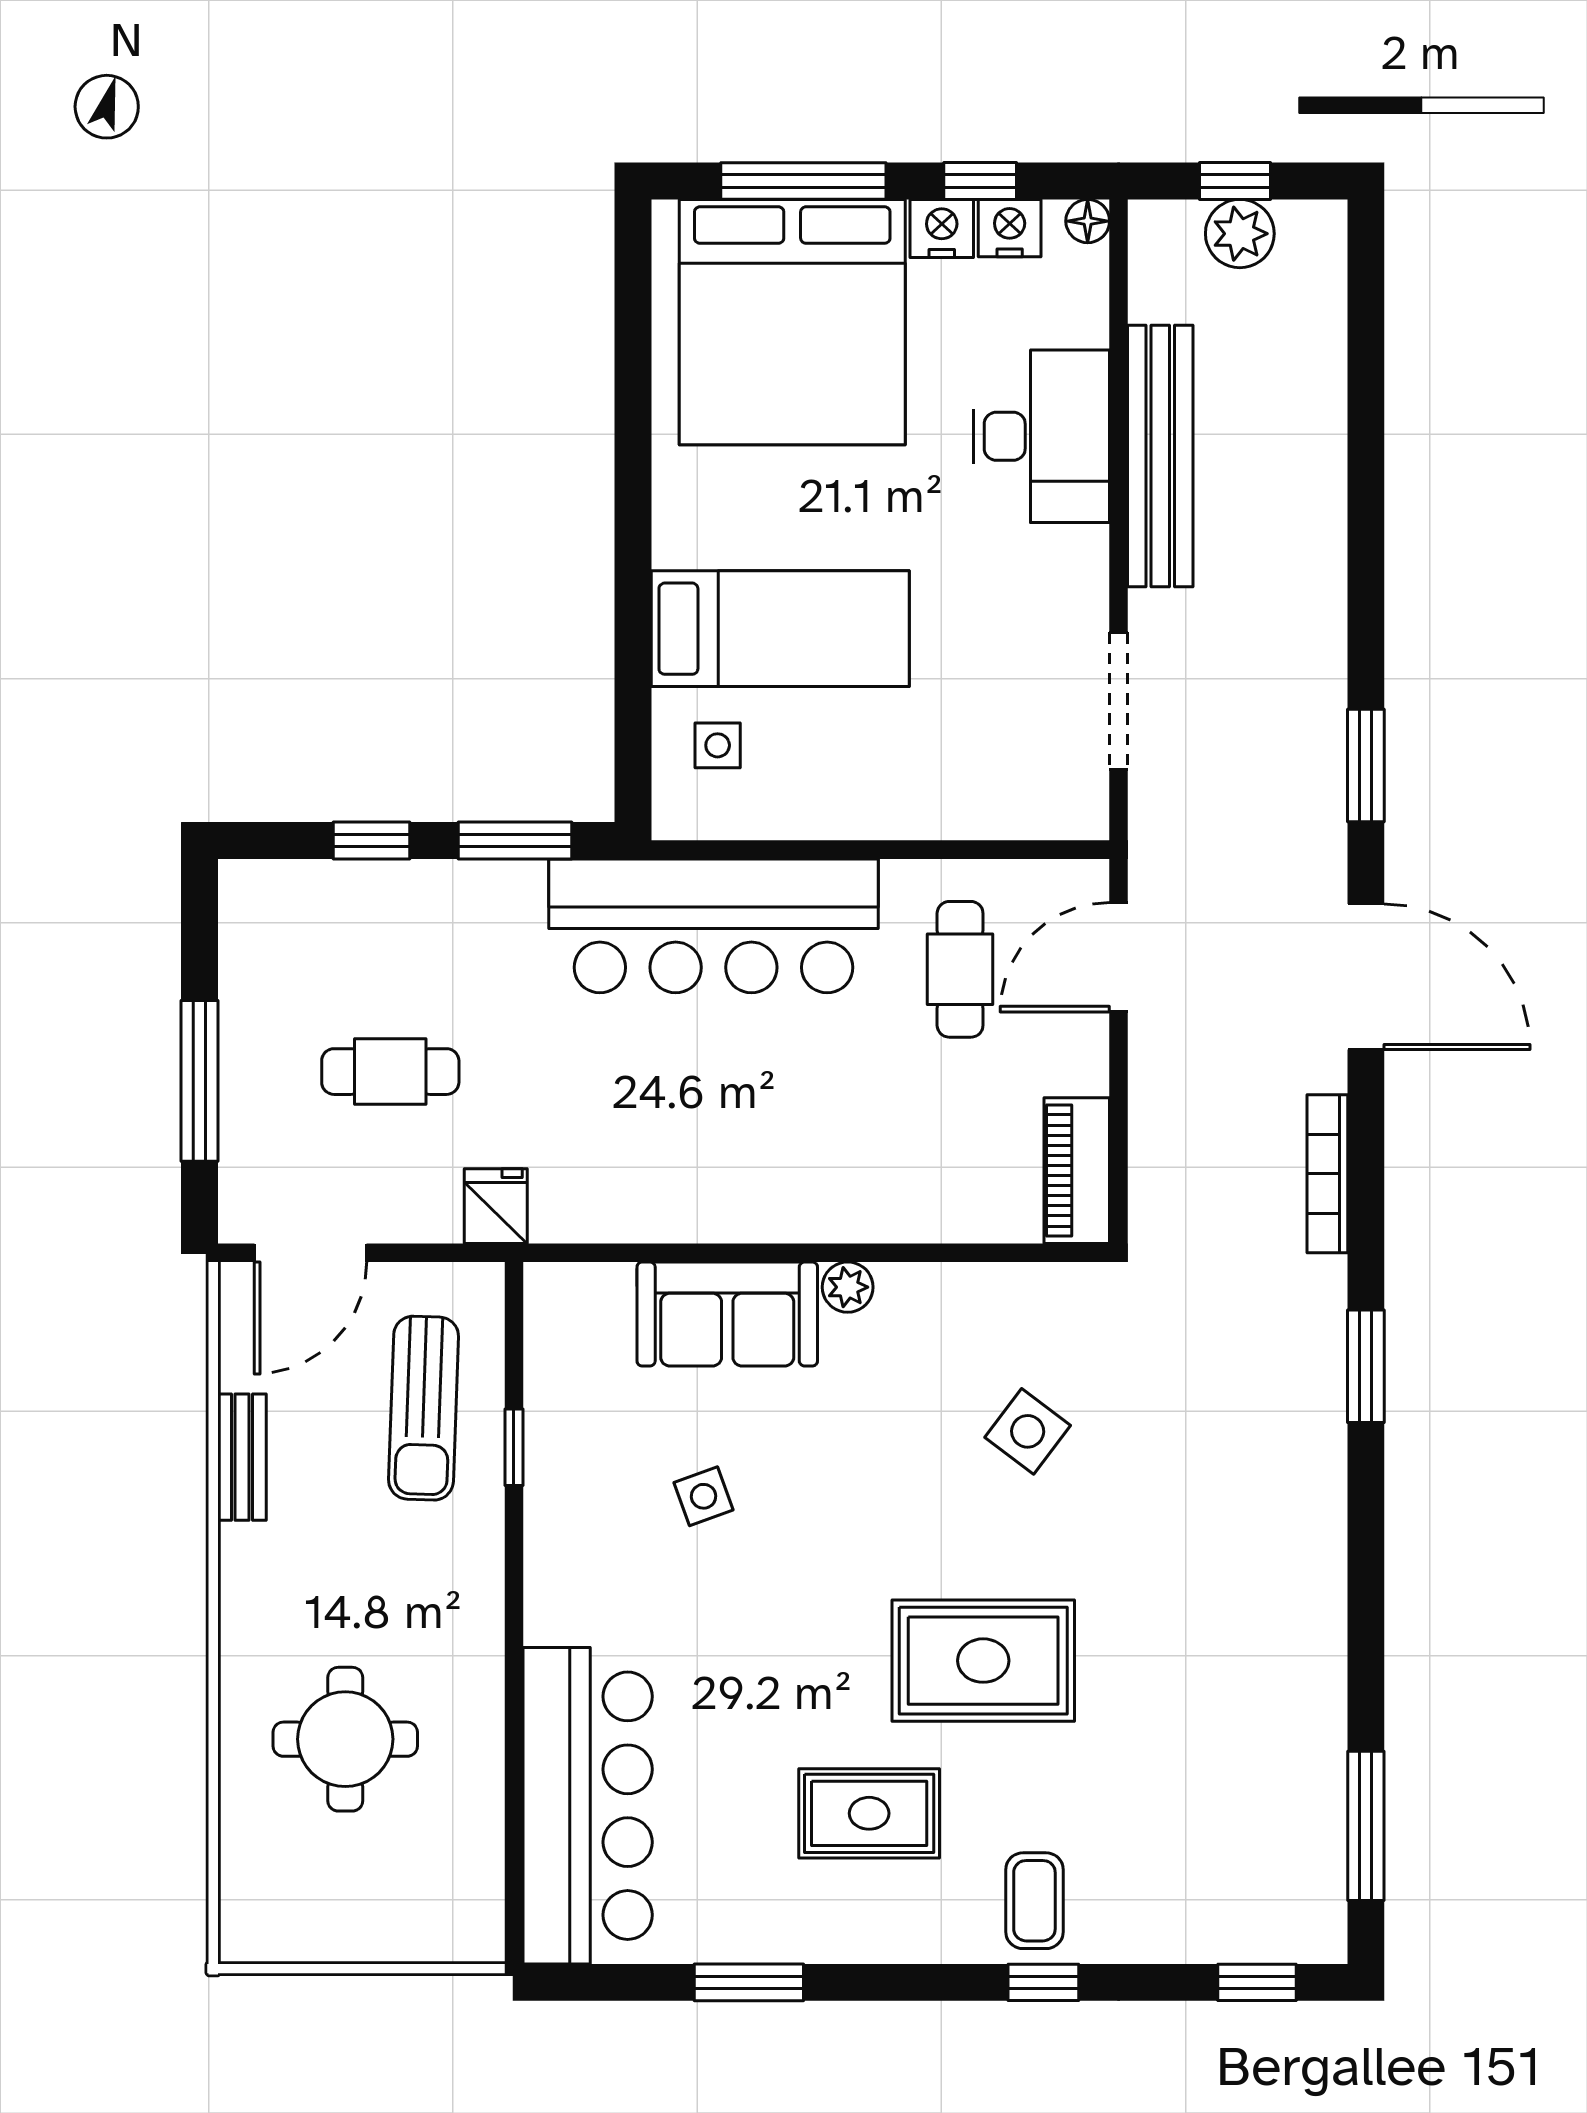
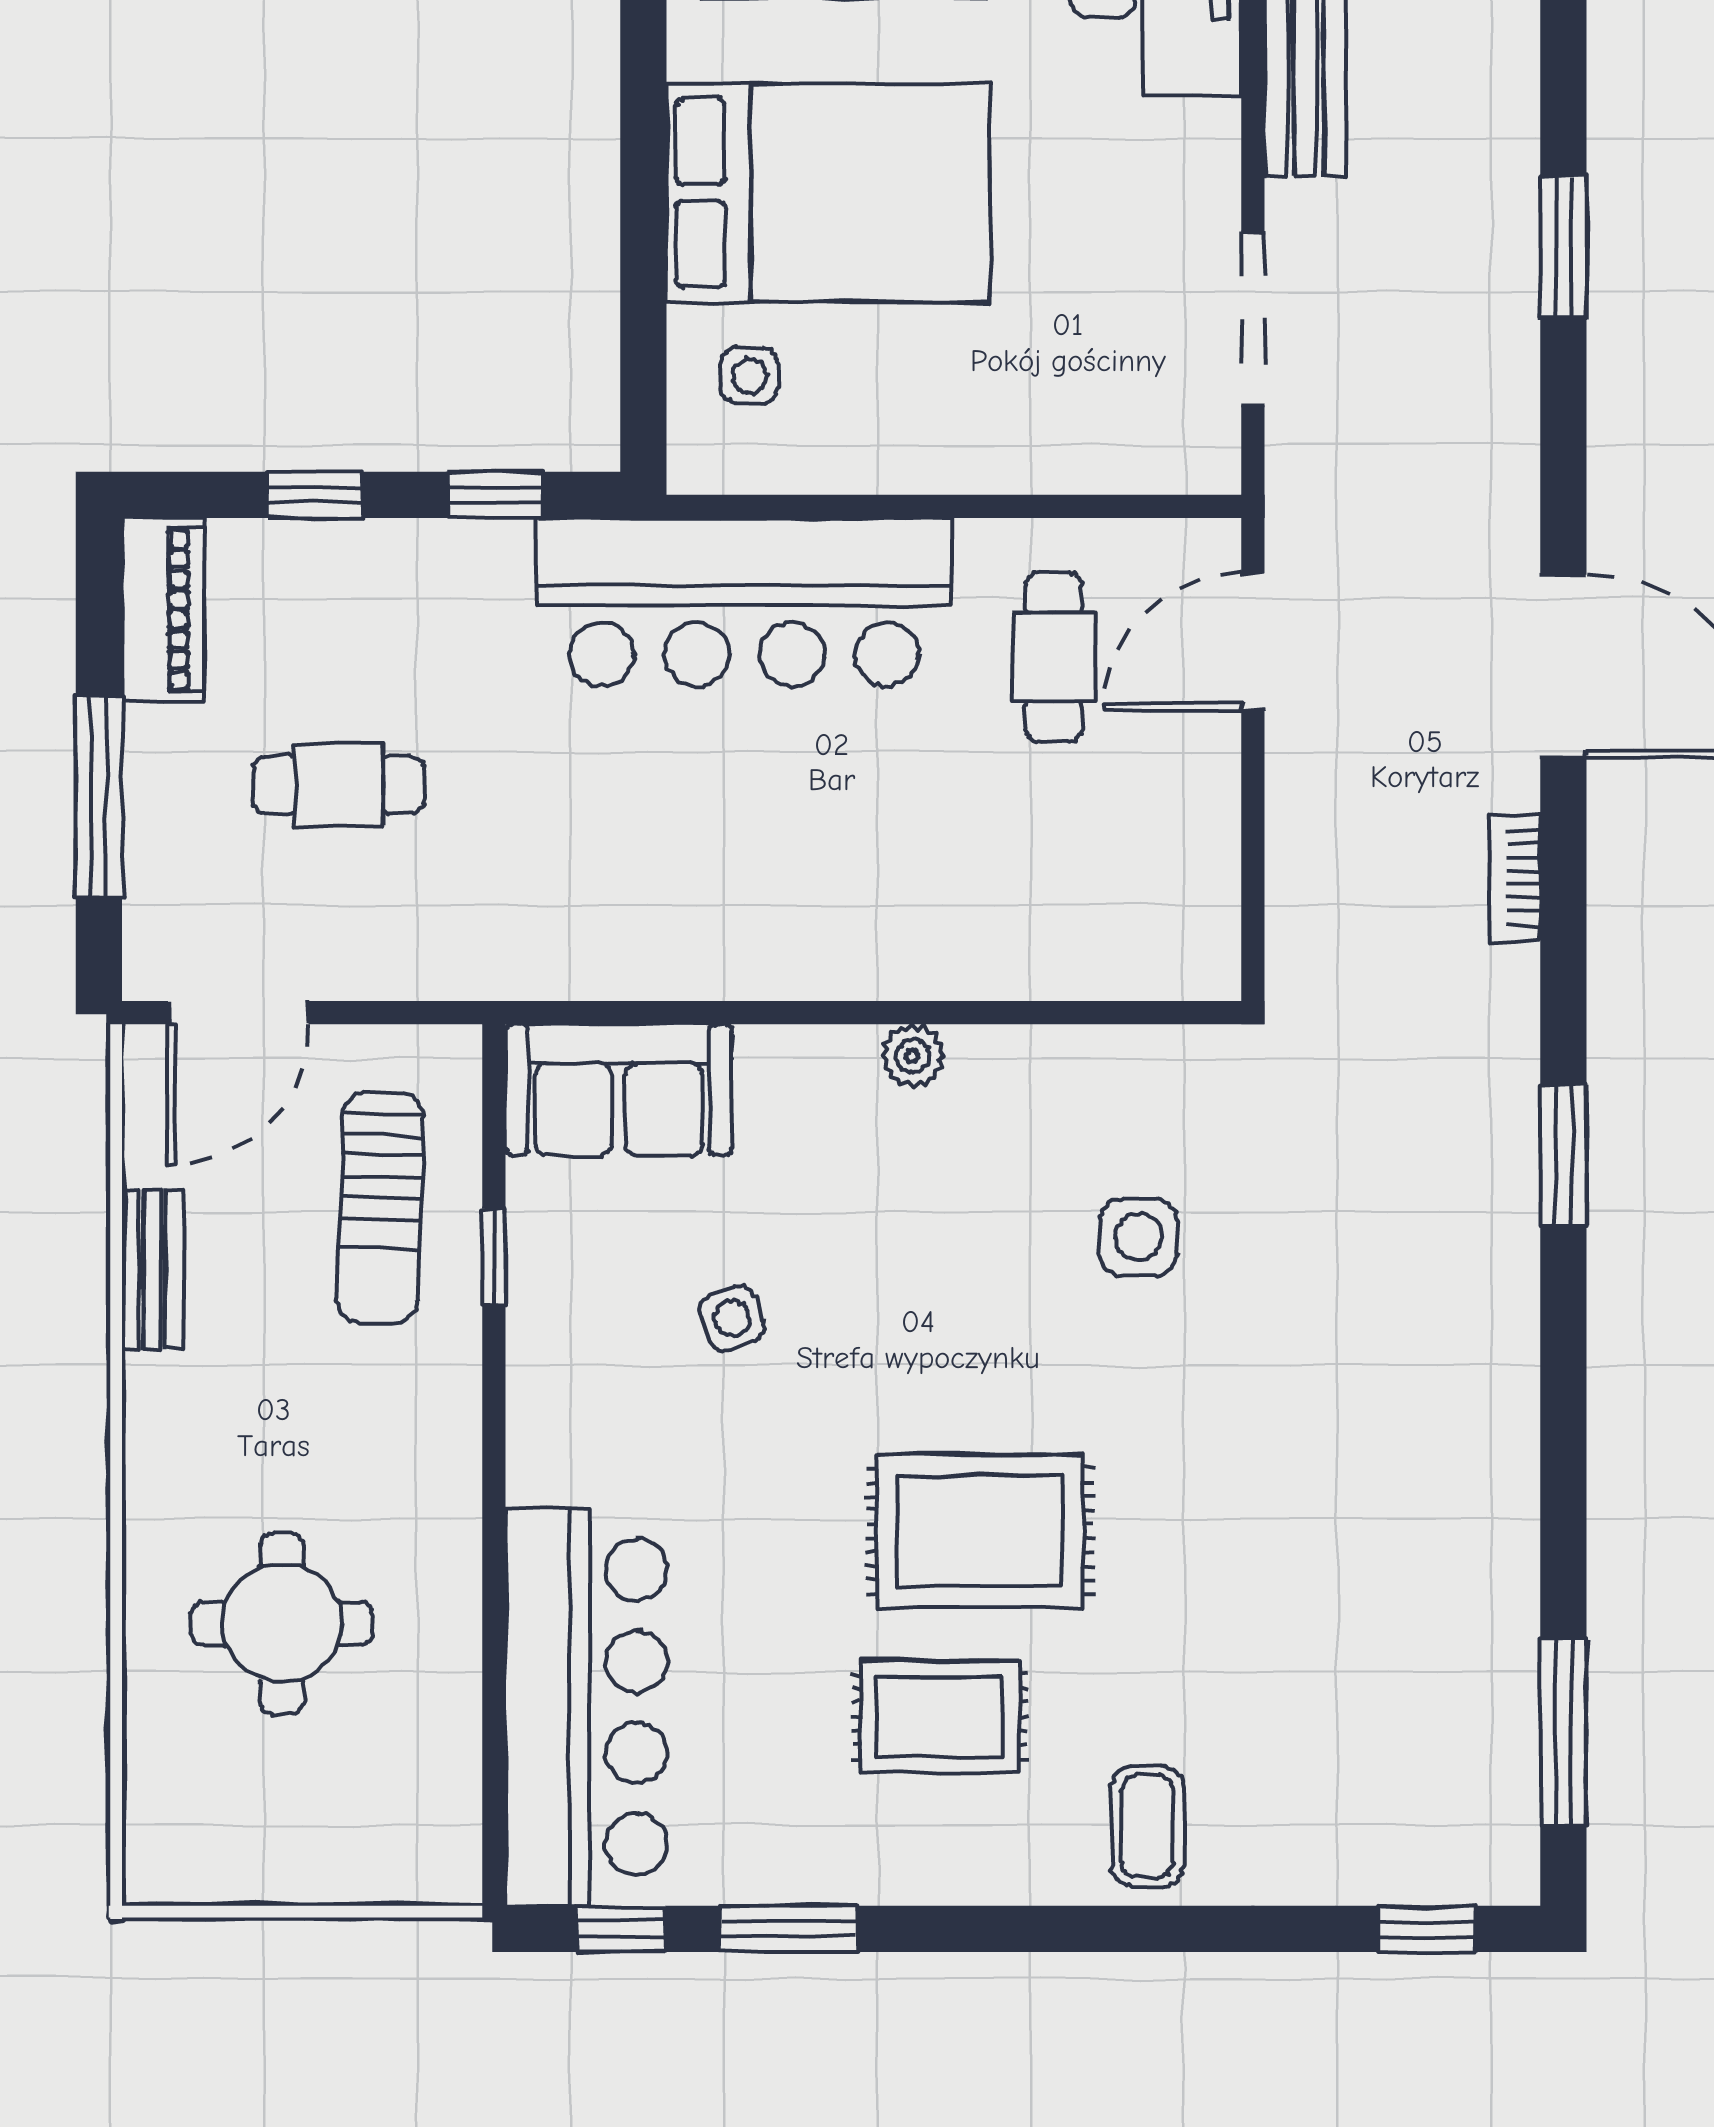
bed: (780, 629) -> (828, 193), width x1.50
window: (1366, 765) -> (1563, 247), moved
window: (515, 840) -> (495, 495), width x0.67
piano: (1077, 1171) -> (163, 610), moved, turned 180
bookcase: (1327, 1174) -> (1515, 878), width x0.64
fridge: (496, 1206) -> (471, 954), removed
sofa: (727, 1314) -> (619, 1090), moved
side table: (1028, 1431) -> (1139, 1237), turned -37
rug: (983, 1661) -> (980, 1531), moved
window: (1043, 1982) -> (621, 1929), moved

